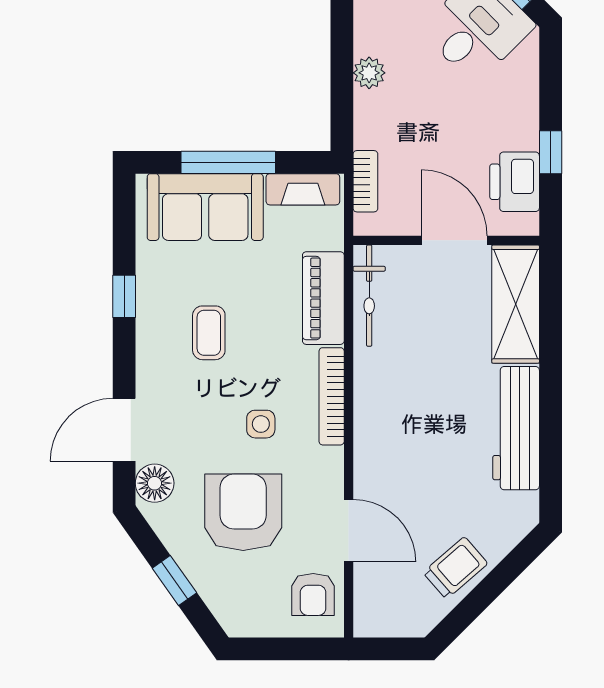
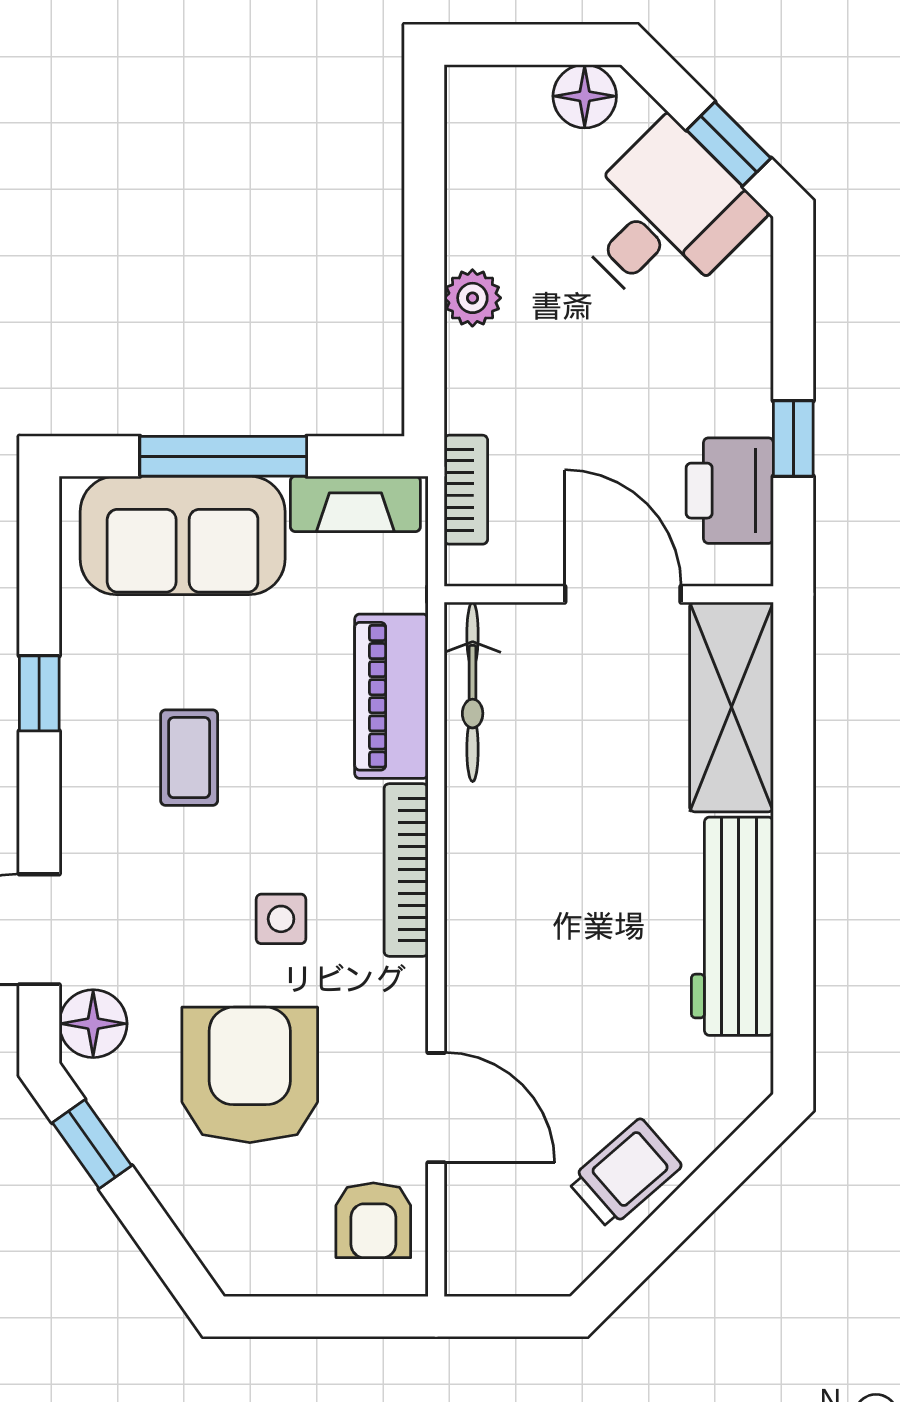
window: (174, 581) -> (92, 1144), moved

